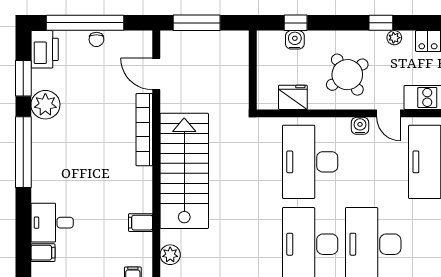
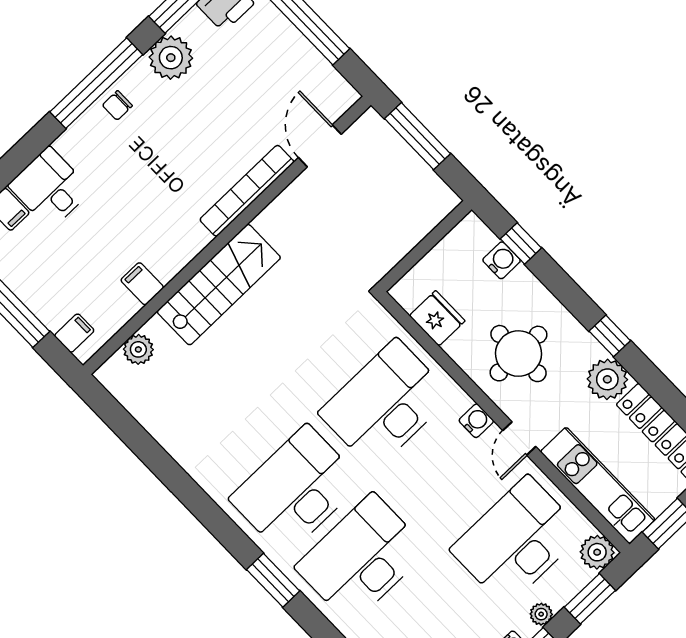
plant: (394, 38) -> (607, 379), width x1.88, depth x1.88
chair: (96, 39) -> (117, 105), moved
round table: (347, 75) -> (518, 354), turned 34
stairs: (184, 171) -> (219, 285), width x0.73, depth x0.66

